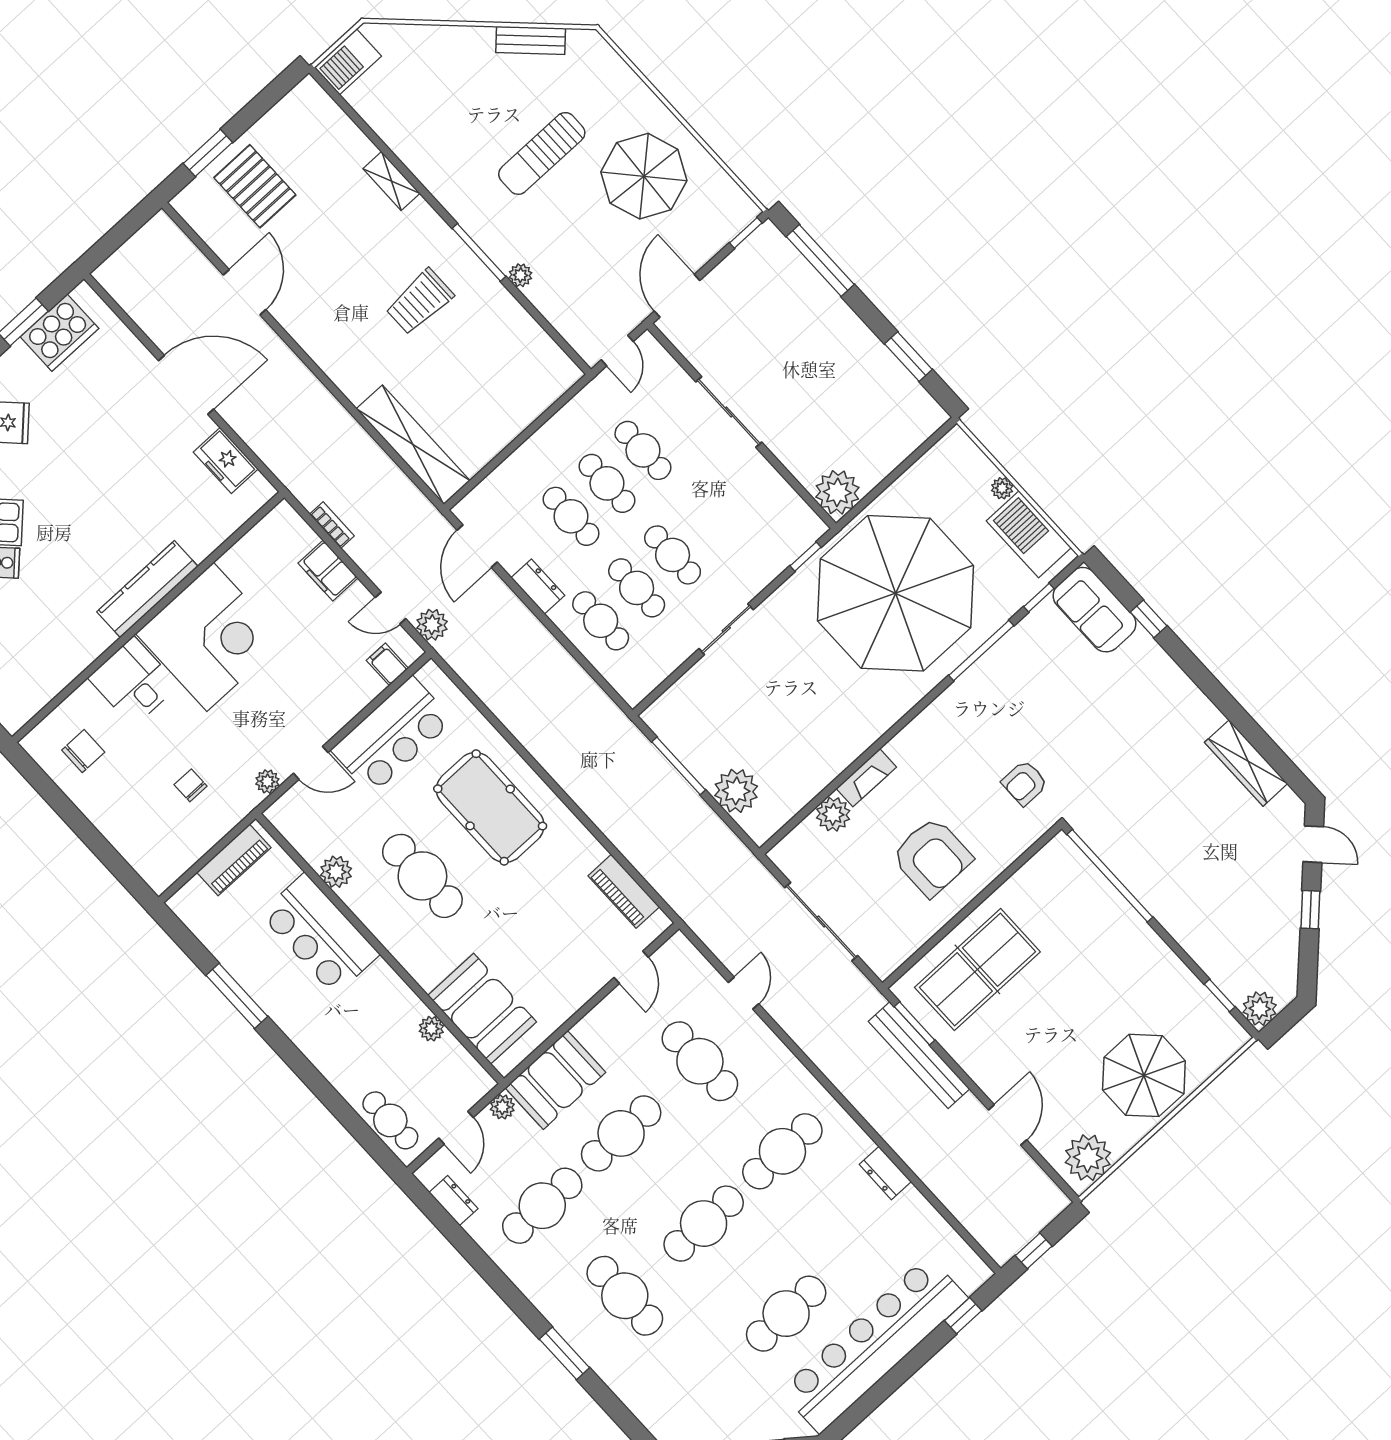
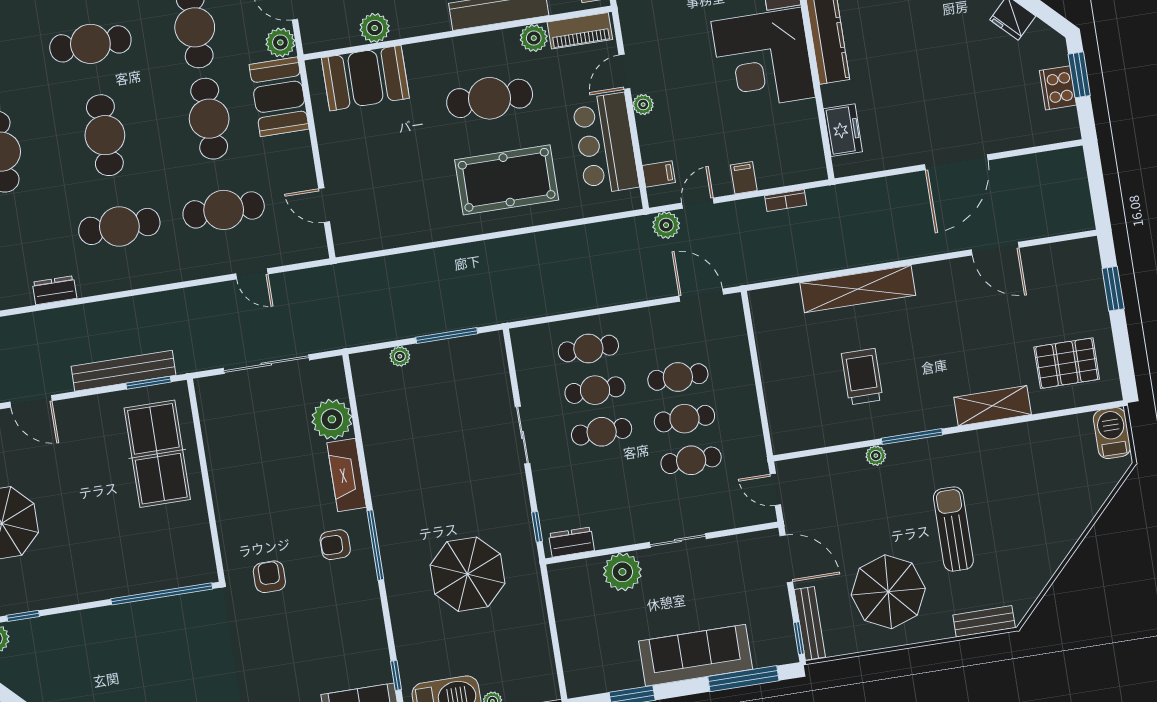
bench: (531, 40) -> (984, 621), moved, turned 46
shelving: (391, 181) -> (993, 406), width x1.50, depth x1.33
pallet: (255, 186) -> (1067, 363), moved
bench: (724, 232) -> (810, 623), added
trolley: (420, 302) -> (862, 377), moved
sofa: (828, 322) -> (696, 655), added
cooker: (59, 333) -> (1058, 88), width x0.73, depth x0.76
sliding door: (729, 412) -> (678, 540), width x0.73
shelving: (413, 445) -> (858, 289), moved
freezer: (226, 461) -> (843, 130), moved, turned 90
plant: (837, 492) -> (622, 572), moved
filing cabinet: (328, 571) -> (744, 178), width x0.50
dresser: (538, 587) -> (572, 542), moved, turned 180
parasol: (896, 593) -> (468, 574), width x0.54, depth x0.54
window: (981, 650) -> (375, 545), moved
fireplace: (866, 778) -> (347, 475), width x1.37, depth x1.32
plant: (267, 782) -> (643, 105), moved
plant: (736, 791) -> (400, 356), width x0.53, depth x0.53
plant: (833, 814) -> (332, 419), width x1.36, depth x1.36
armchair: (932, 857) -> (335, 545), moved, width x0.53, depth x0.53
piano: (624, 891) -> (580, 31), moved, turned 180
plant: (431, 1029) -> (375, 28), width x1.38, depth x1.38
plant: (502, 1107) -> (280, 42), width x1.38, depth x1.38
cafe table: (782, 1151) -> (119, 226), turned 90

